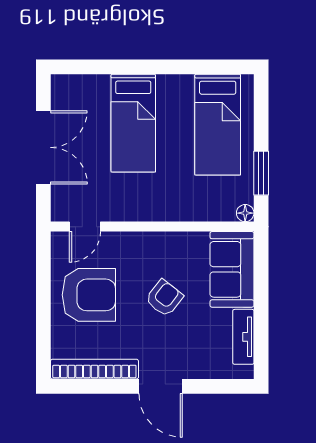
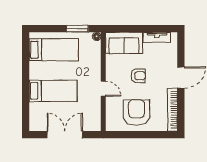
door: (85, 227) -> (103, 89), moved
armchair: (164, 298) -> (138, 76), turned 142

